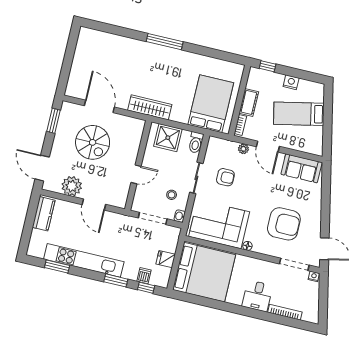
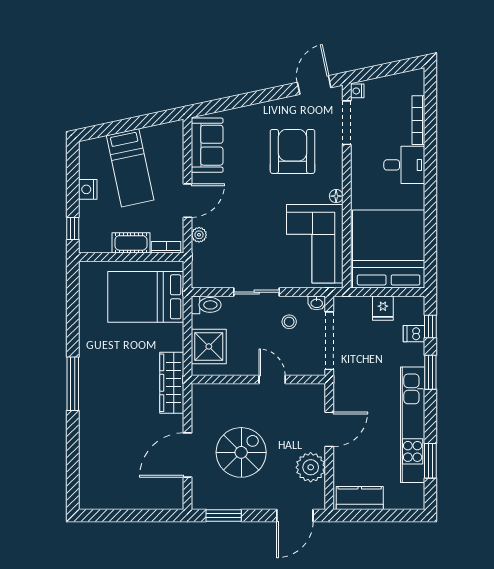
armchair: (225, 177) -> (246, 251), removed
doorway: (153, 218) -> (329, 341), width x1.36

